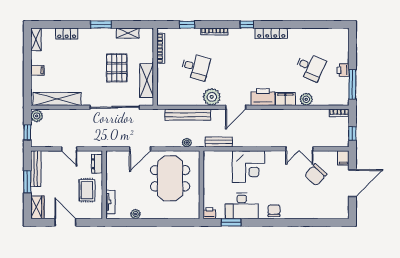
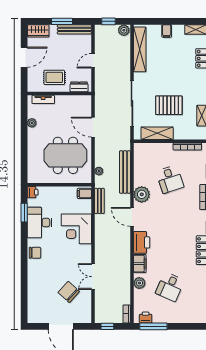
desk: (196, 67) -> (170, 179), turned -33
printer: (343, 70) -> (146, 318), moved
filing cabinet: (343, 158) -> (84, 193), moved

